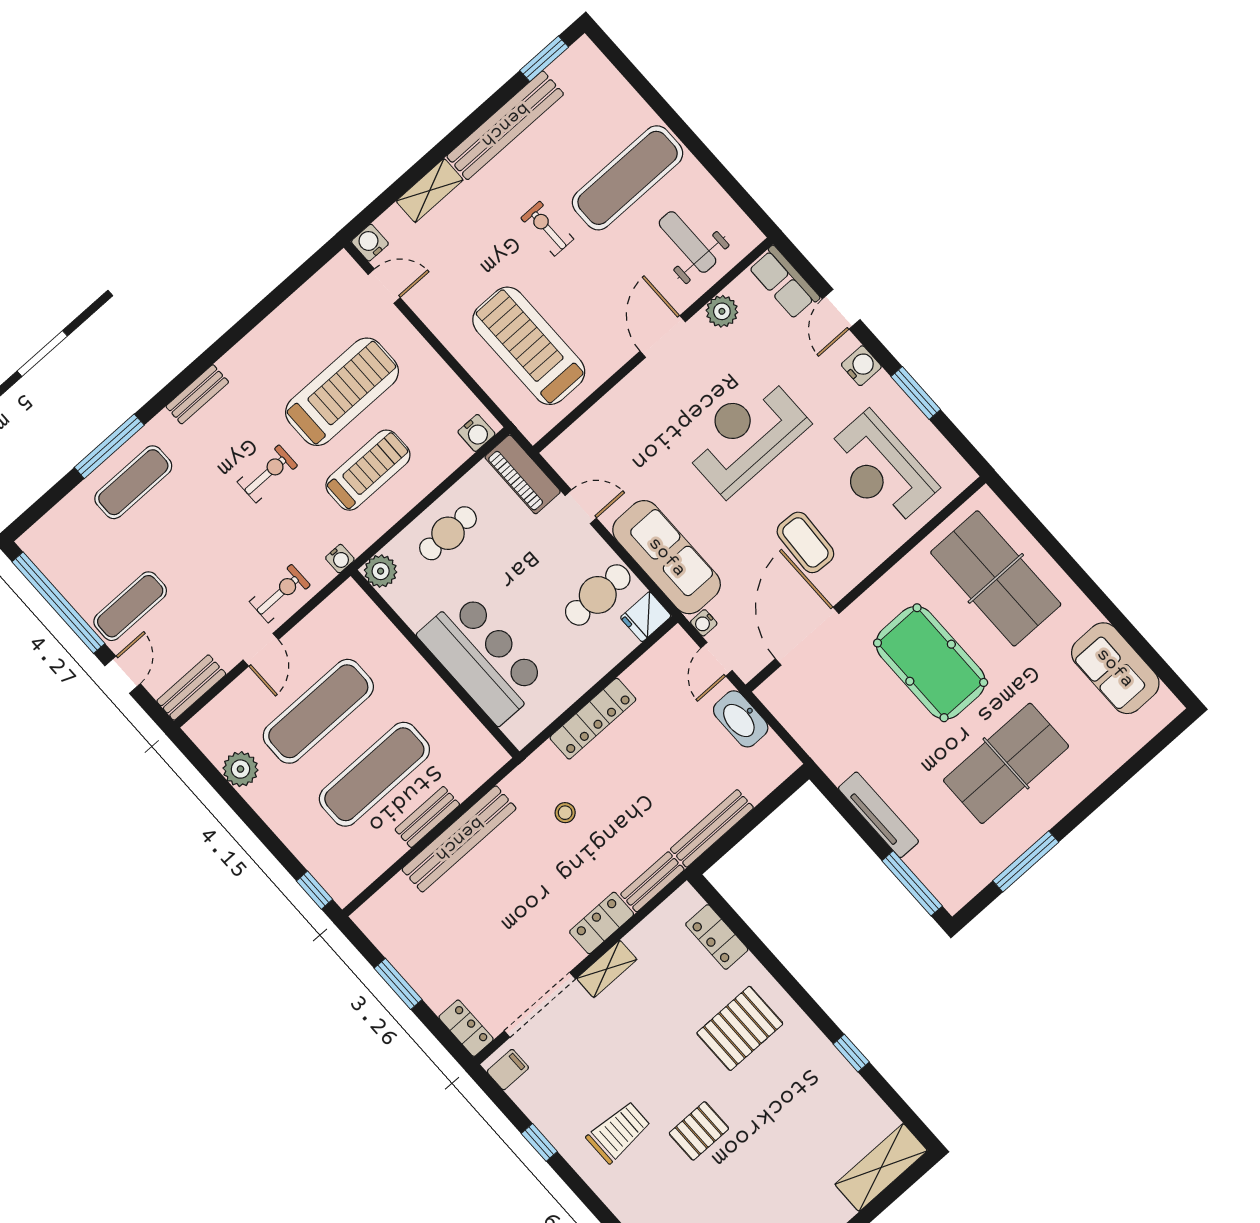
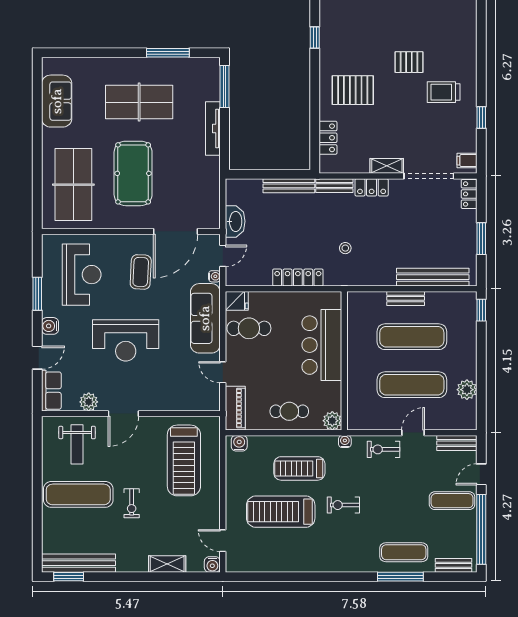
bench: (505, 125) -> (78, 563), moved
bench: (197, 394) -> (454, 565), moved
bench: (459, 839) -> (433, 277), moved

